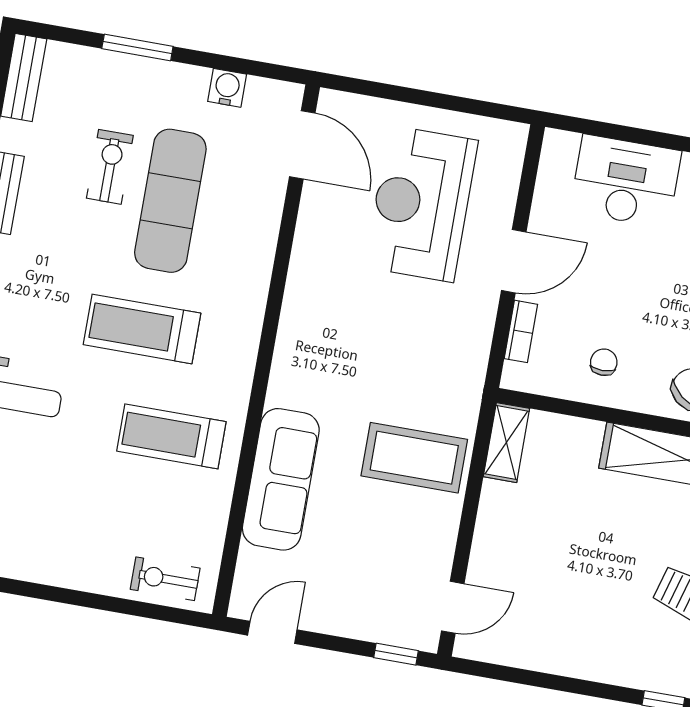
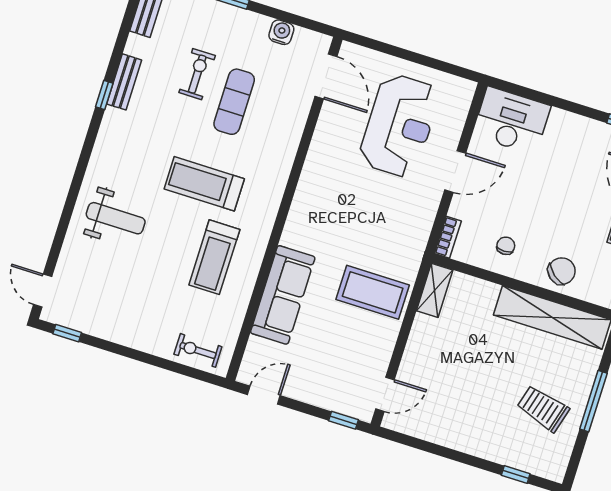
desk: (626, 181) -> (511, 121), moved
exercise mat: (170, 201) -> (234, 102), width x0.73, depth x0.69
reception desk: (421, 204) -> (399, 125), turned 180
bookcase: (521, 331) -> (448, 237), moved
treadmill: (171, 436) -> (214, 257), turned -90

